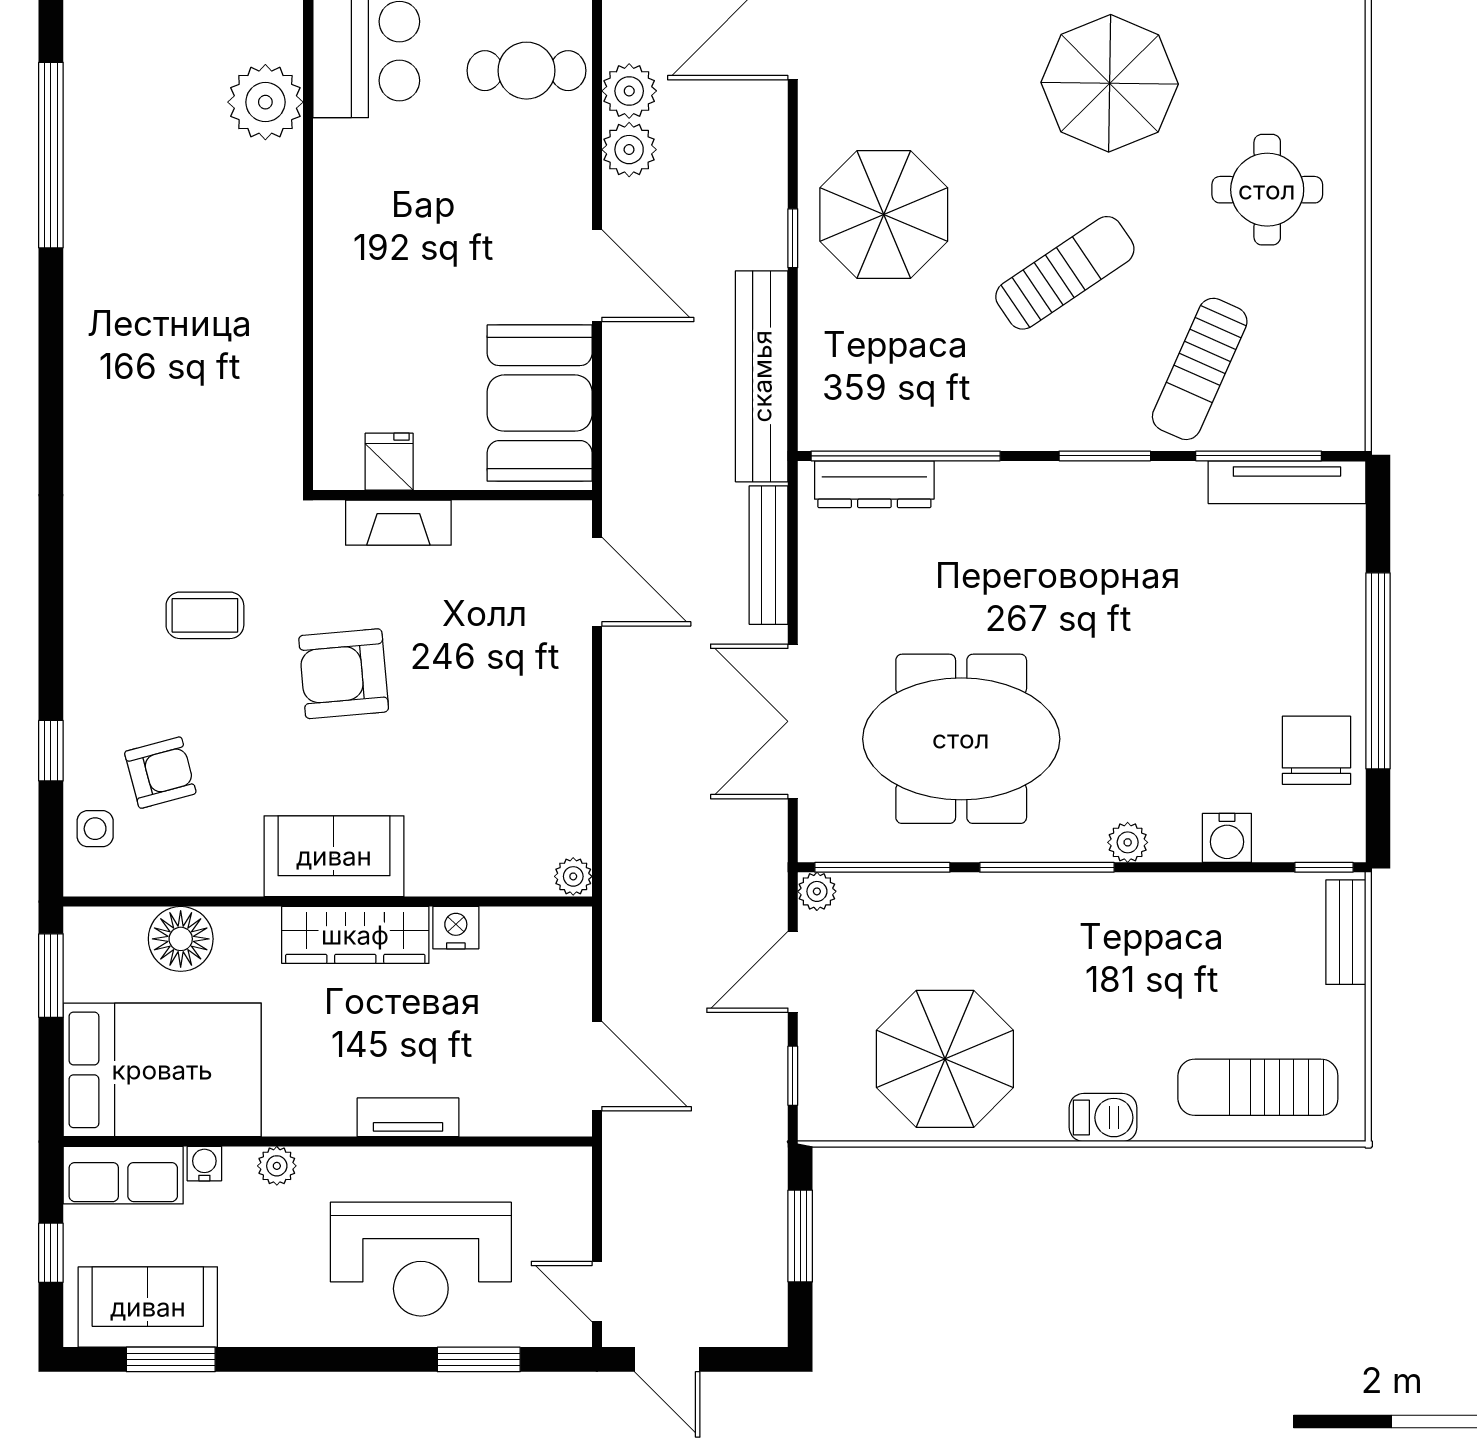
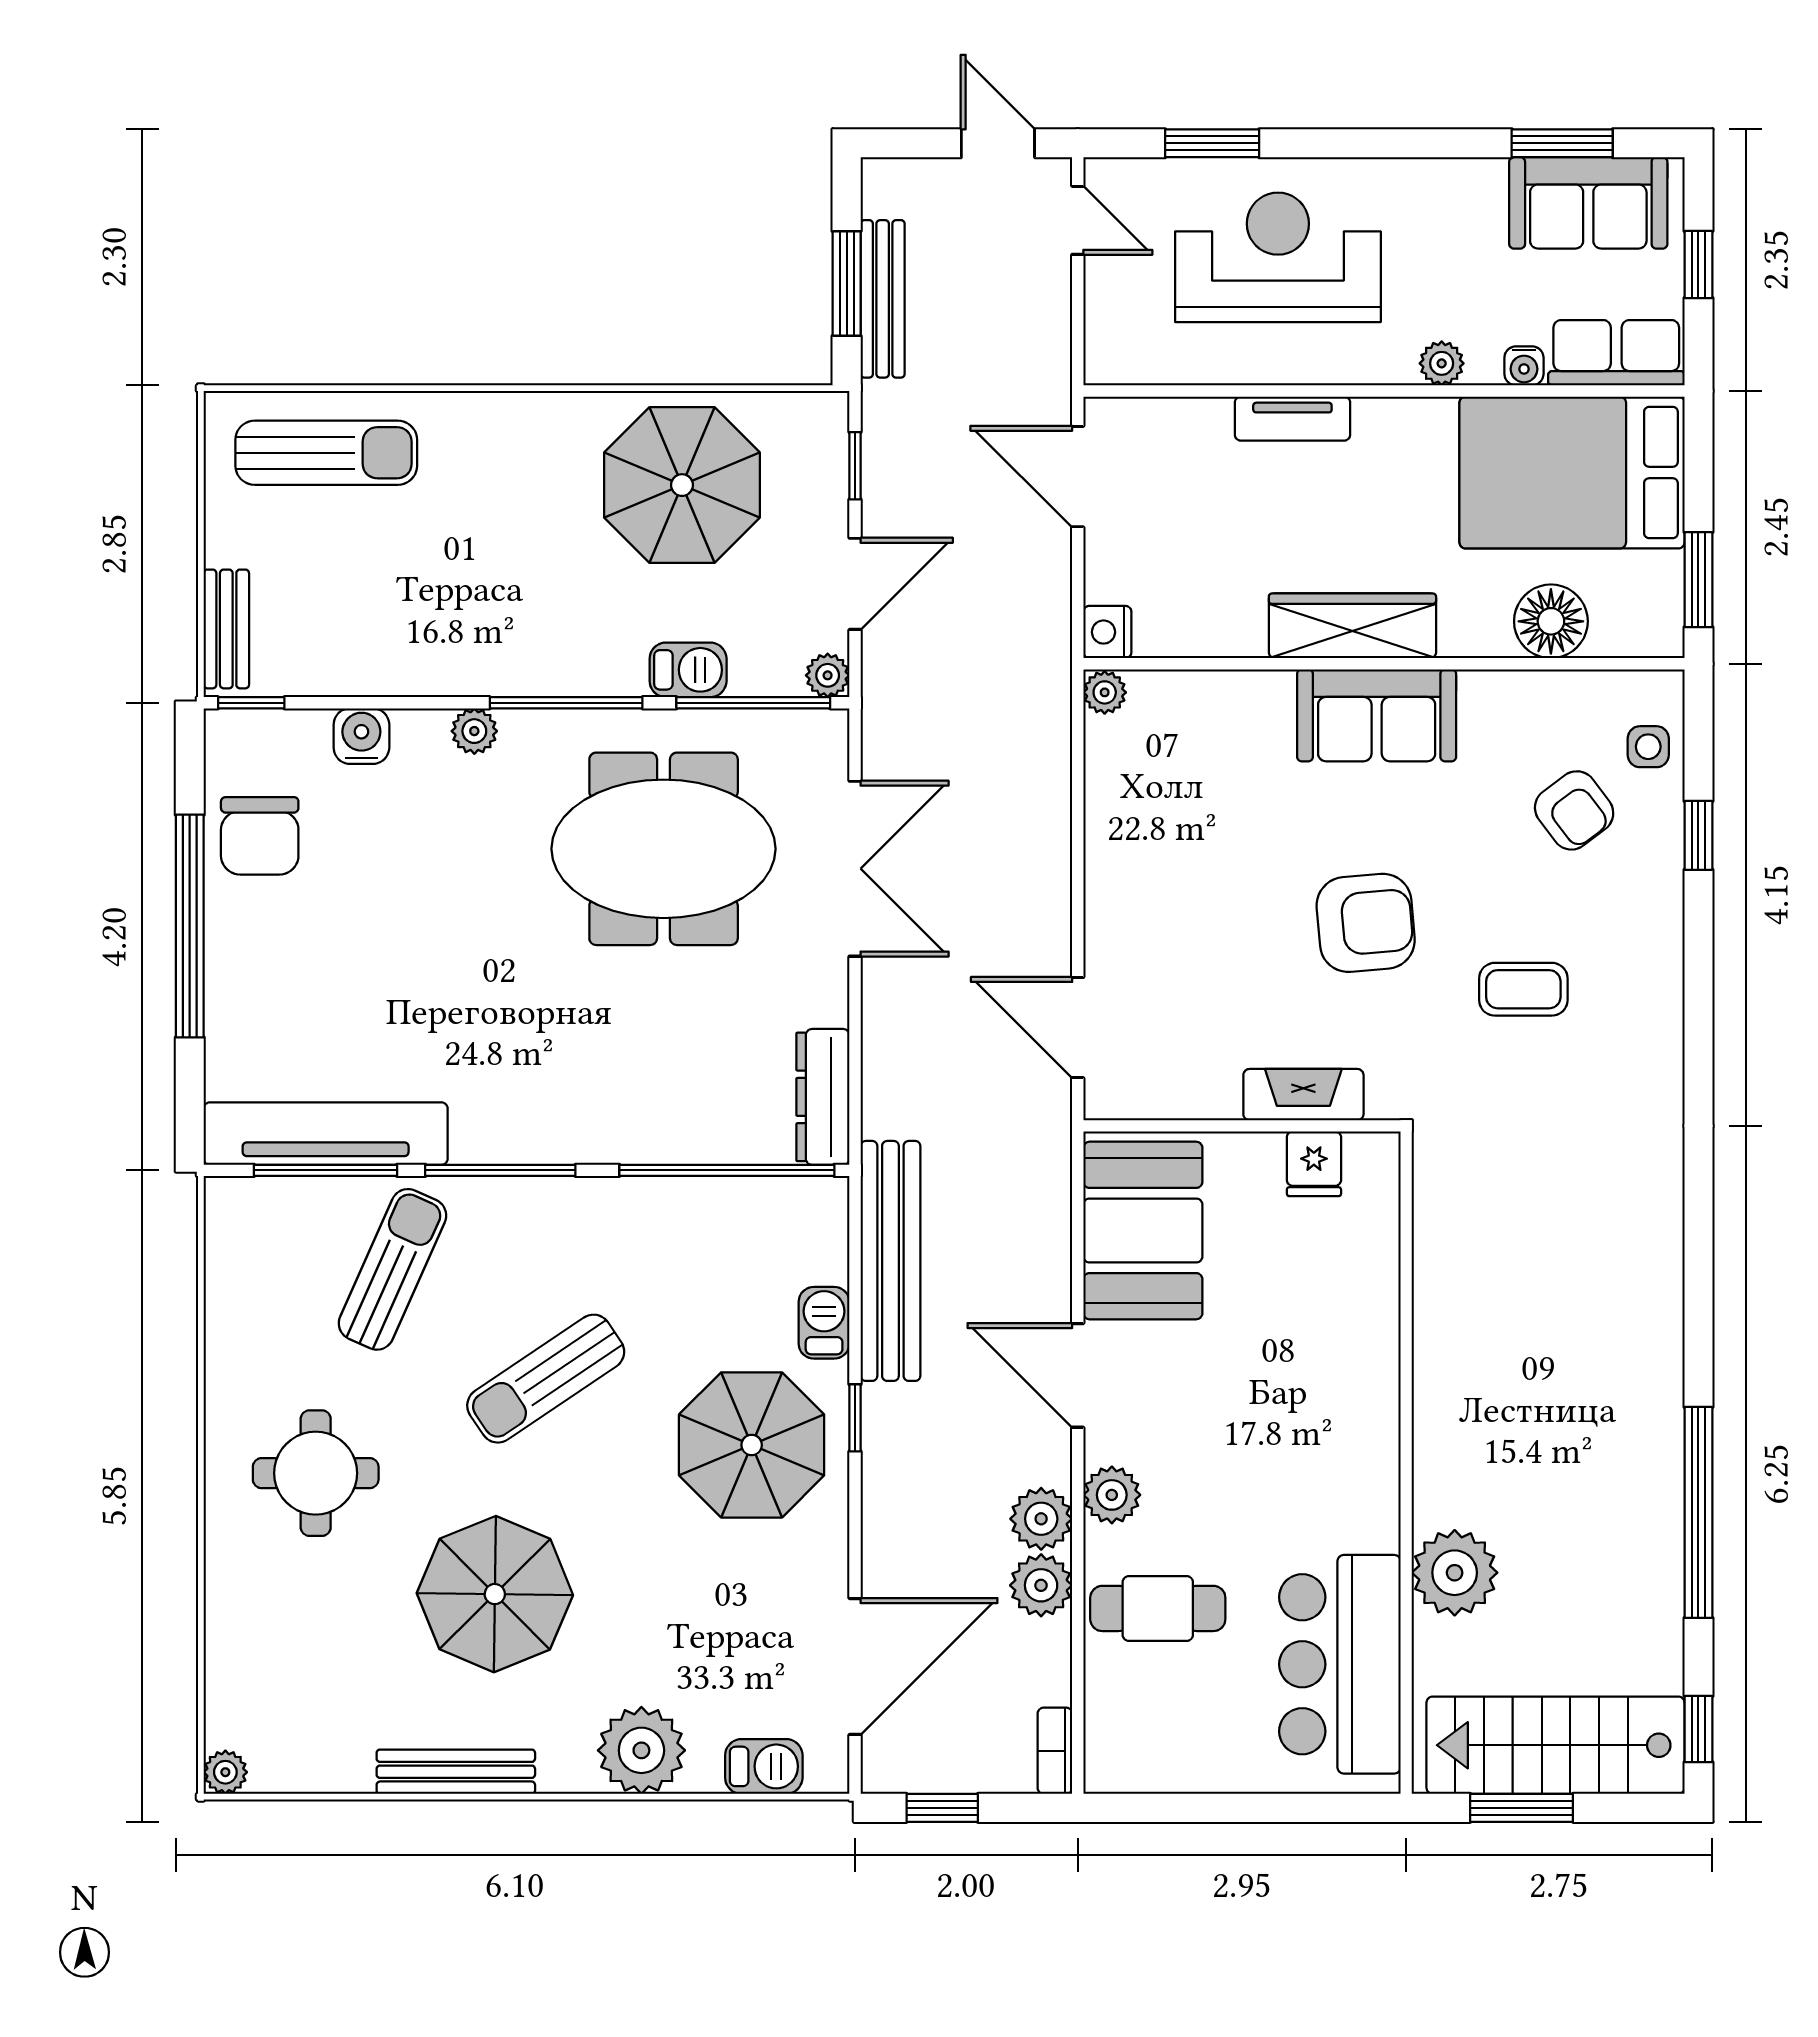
plant: (567, 171) -> (1112, 1495), added
barbecue: (820, 322) -> (824, 1323), added
window: (1105, 456) -> (500, 1170), width x1.44
tv unit: (1287, 482) -> (326, 1134), width x1.36, depth x1.29
dresser: (874, 484) -> (823, 1097), moved, turned -90
bench: (769, 555) -> (883, 299), moved
armchair: (160, 773) -> (1574, 810), turned -112
nightstand: (456, 928) -> (1107, 632), moved, turned 90
barbecue: (1103, 1118) -> (688, 670), moved, turned 180

